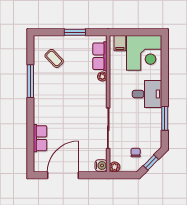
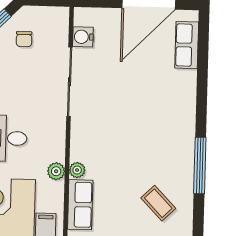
row of seats: (40, 138) -> (187, 45), moved
water cooler: (101, 165) -> (83, 37), moved
plant: (115, 167) -> (56, 171), moved

